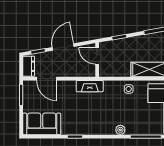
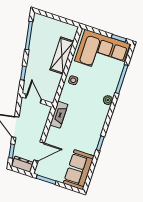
door: (97, 56) -> (34, 99), swing flipped

